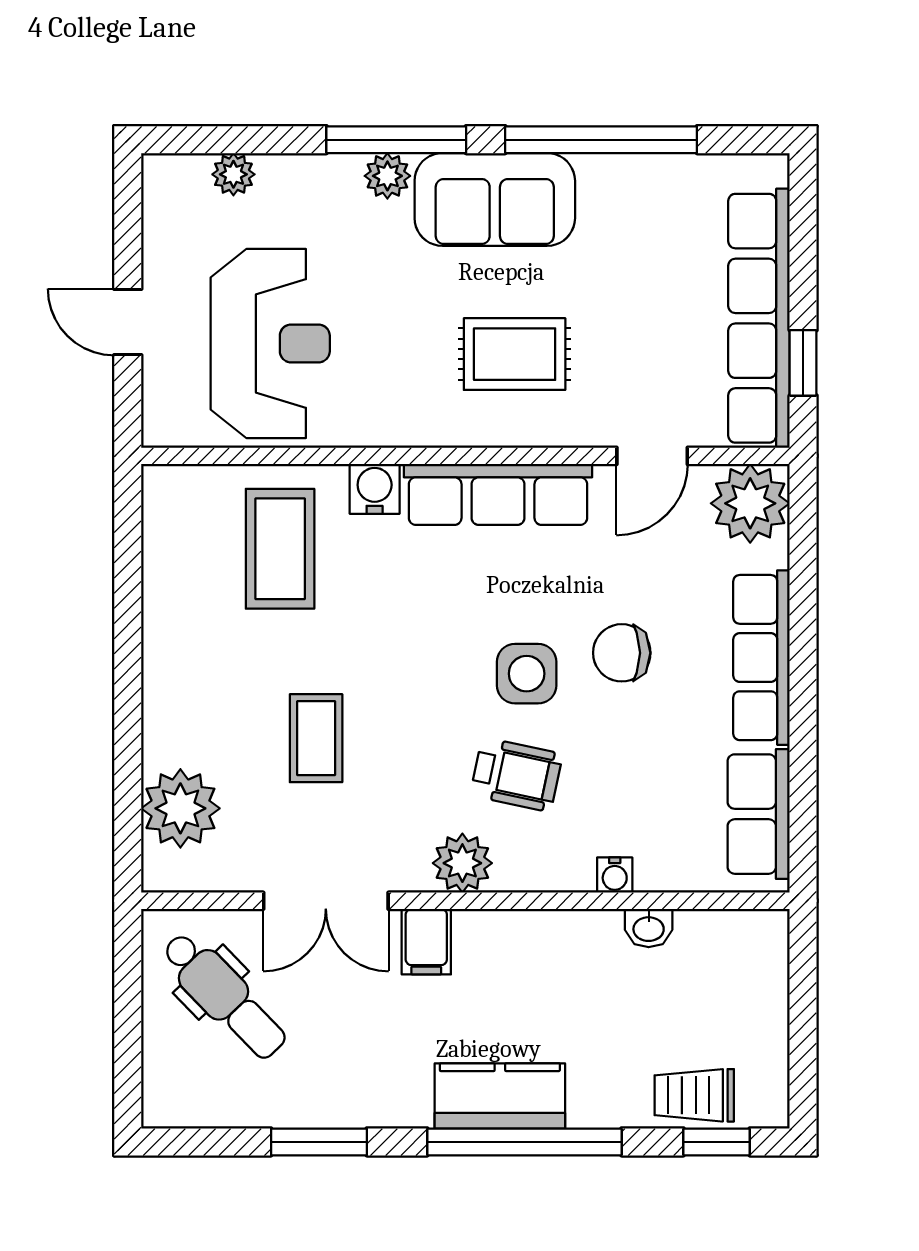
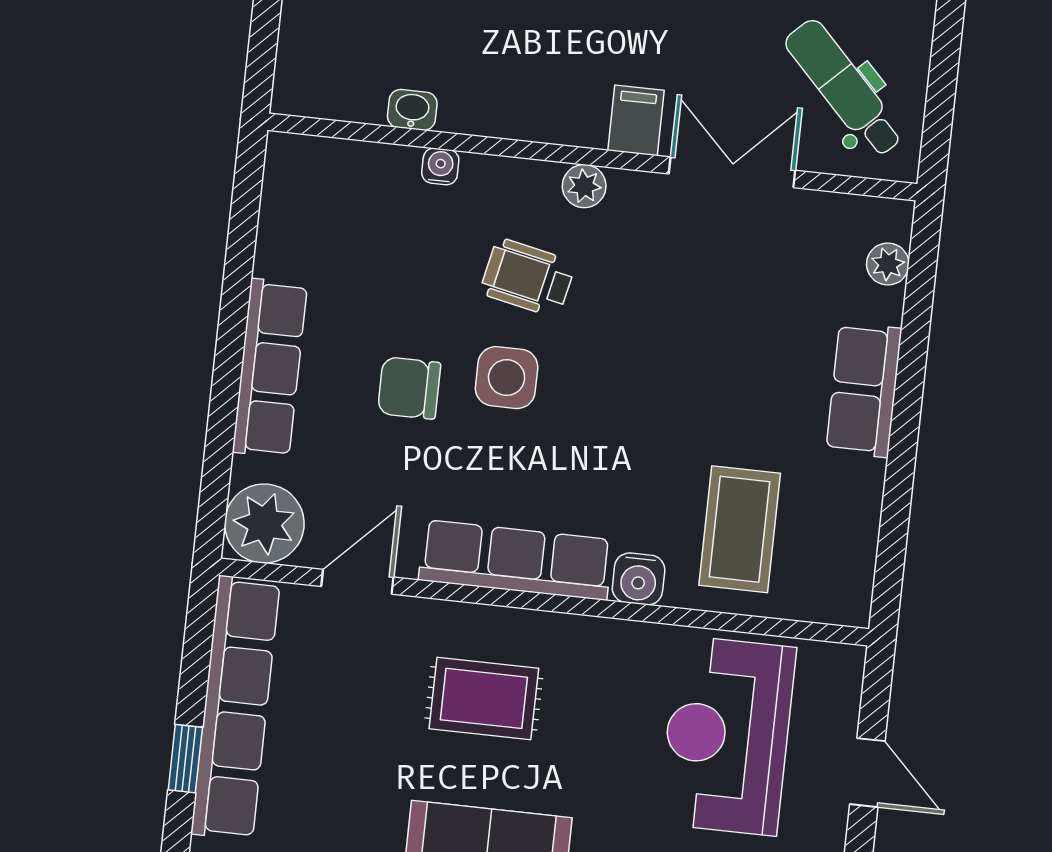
window: (803, 363) -> (185, 759), moved
chair: (622, 653) -> (409, 388), turned 180
coffee table: (316, 738) -> (724, 336), removed
plant: (180, 808) -> (888, 264), width x0.53, depth x0.53
row of seats: (759, 814) -> (864, 390), moved, turned 180
plant: (462, 863) -> (584, 186), width x0.73, depth x0.73

